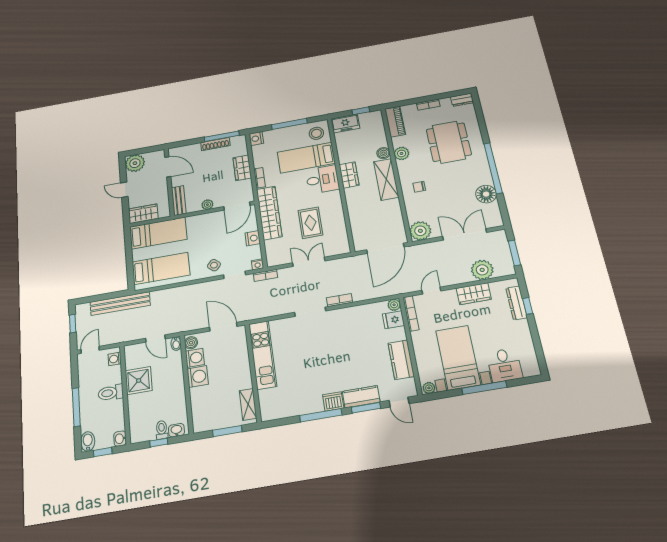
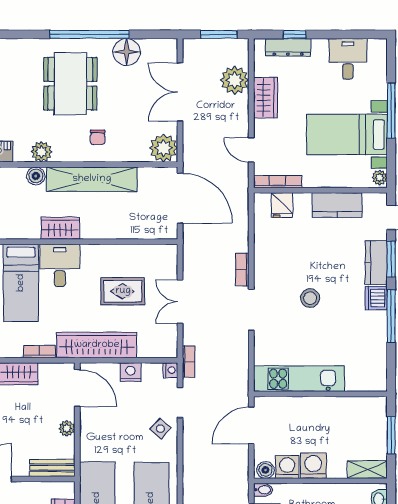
dining table: (449, 142) -> (70, 84), moved, turned 90
shelving: (386, 179) -> (92, 179), width x1.47
plant: (394, 305) -> (262, 201), removed
stool: (325, 352) -> (310, 298), added
desk: (505, 365) -> (348, 59), moved, turned -90
shelving: (248, 404) -> (367, 470), moved

